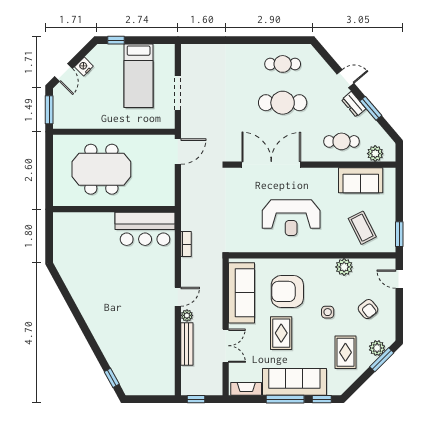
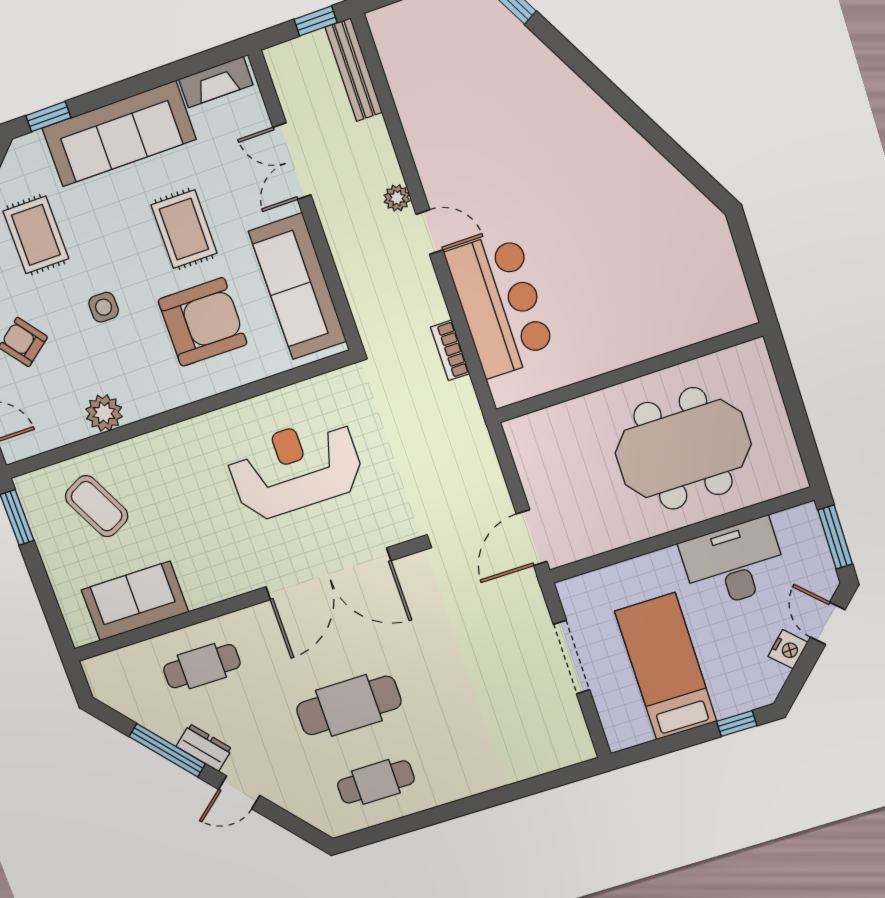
window: (371, 108) -> (167, 750), width x1.44
desk: (95, 112) -> (734, 564), added
plant: (375, 154) -> (125, 664), removed
reception desk: (291, 218) -> (295, 468), moved
bar counter: (145, 229) -> (500, 304), moved, turned 90
door: (178, 297) -> (430, 232), swing flipped
bench: (187, 344) -> (354, 70), moved
window: (285, 399) -> (125, 89), removed

